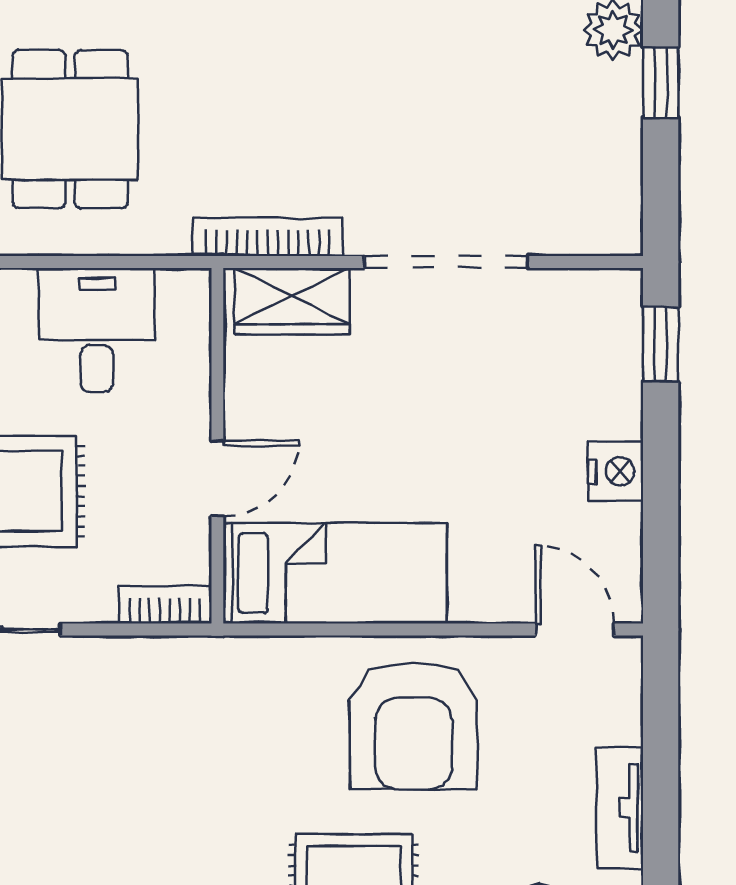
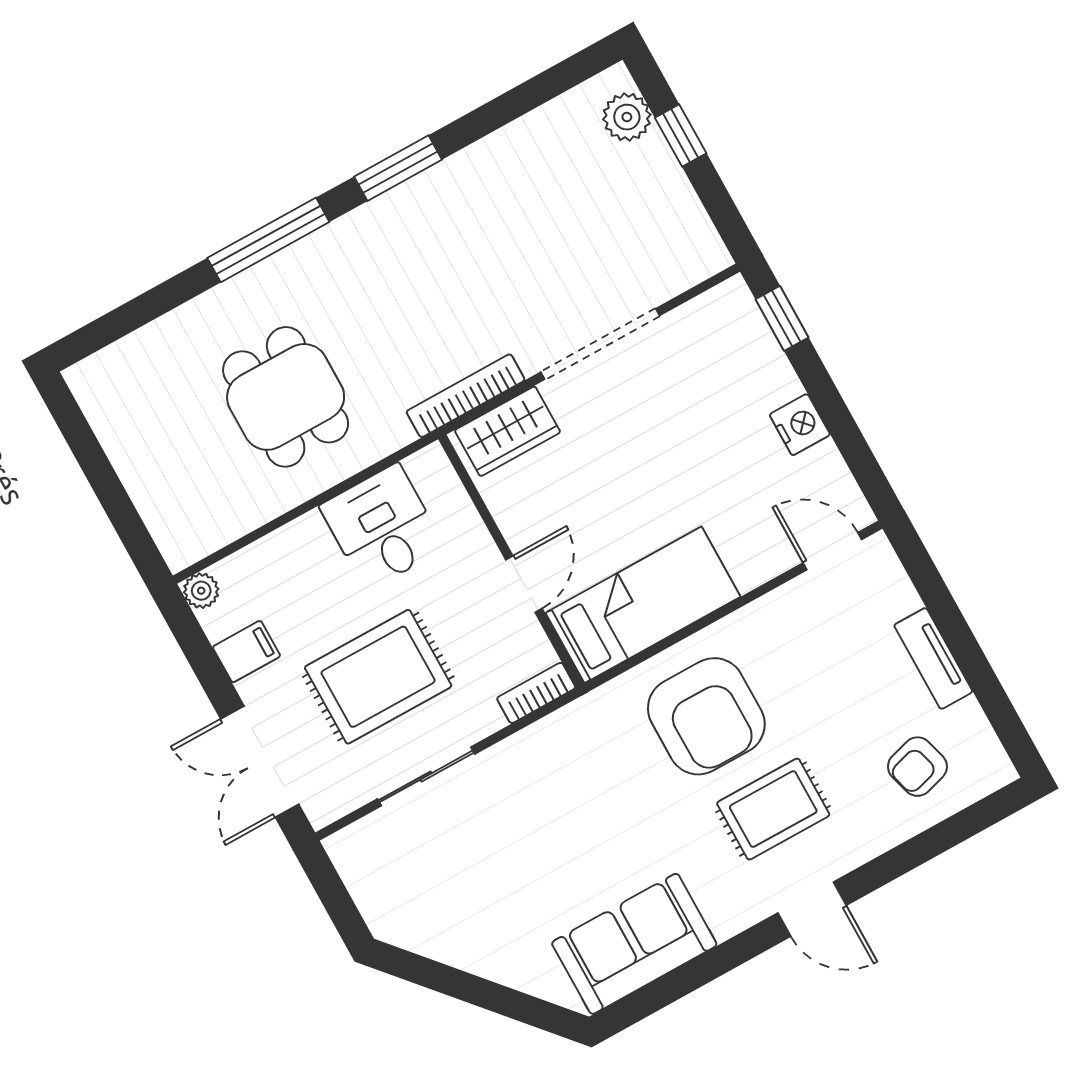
armchair: (414, 726) -> (706, 716), moved

